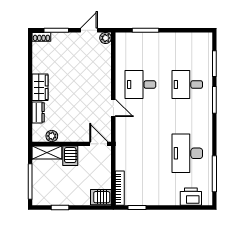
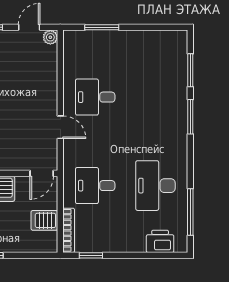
desk: (187, 84) -> (95, 186), moved
door: (99, 144) -> (42, 173), swing flipped
server rack: (101, 197) -> (44, 220), moved

